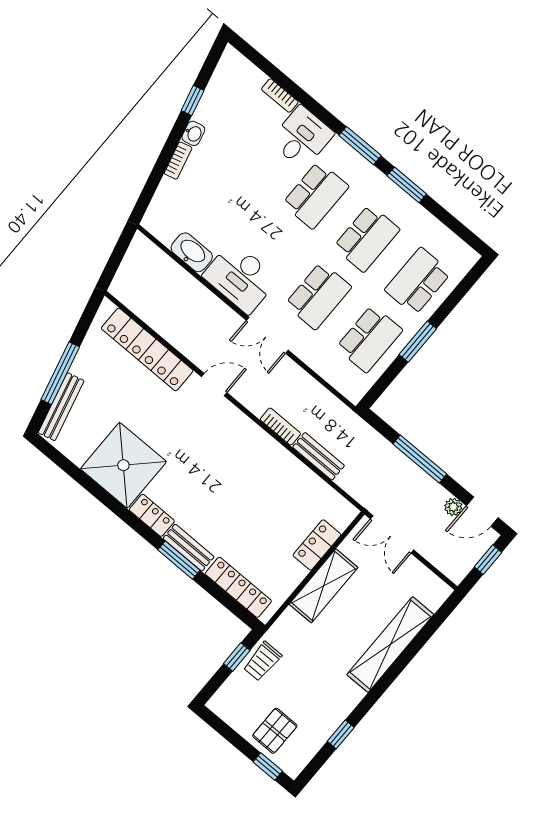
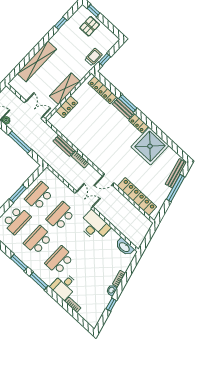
washbasin: (192, 252) -> (125, 247), moved

